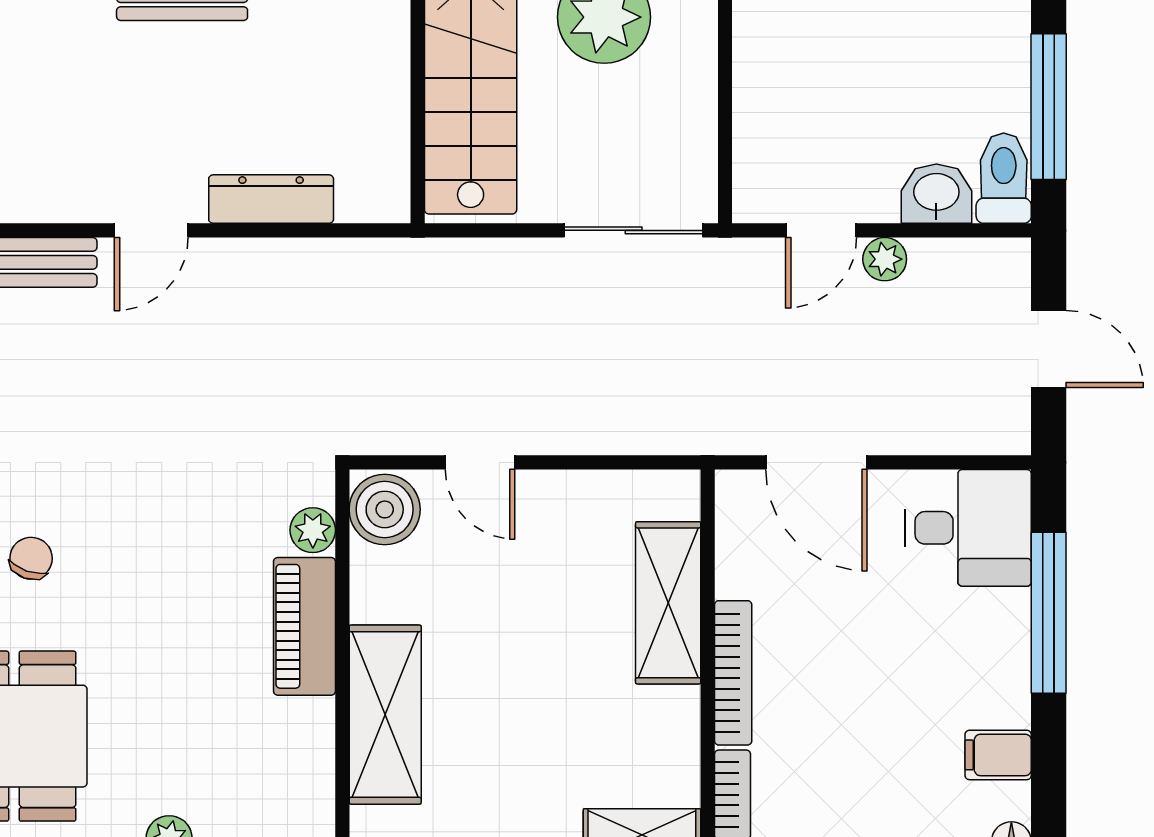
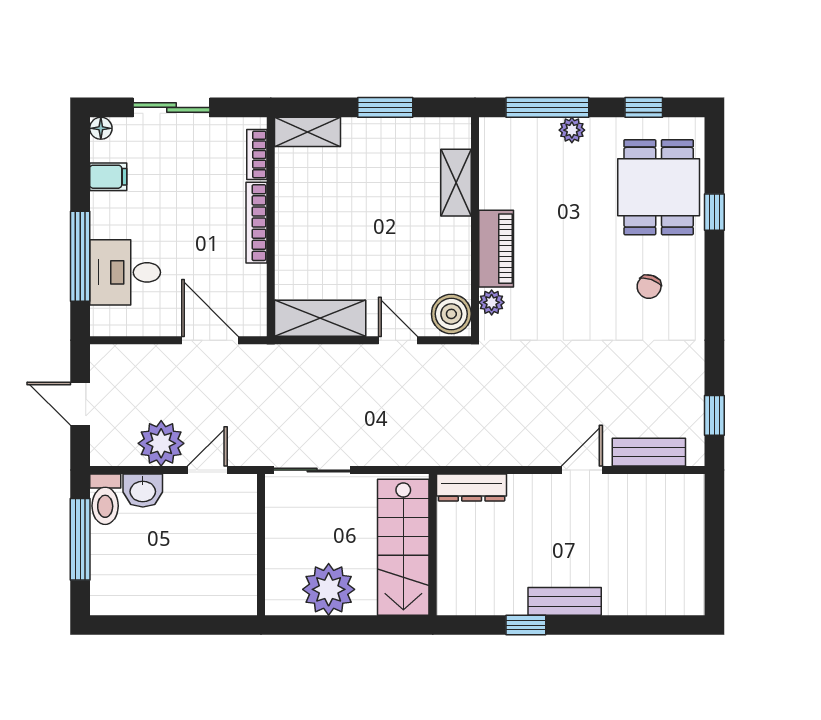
dresser: (271, 199) -> (472, 488), moved
plant: (885, 259) -> (161, 443), width x1.88, depth x1.88
desk: (968, 528) -> (125, 272), moved
shelving: (668, 603) -> (320, 318), moved, turned 90
shelving: (385, 715) -> (456, 183), width x0.67, depth x0.75

